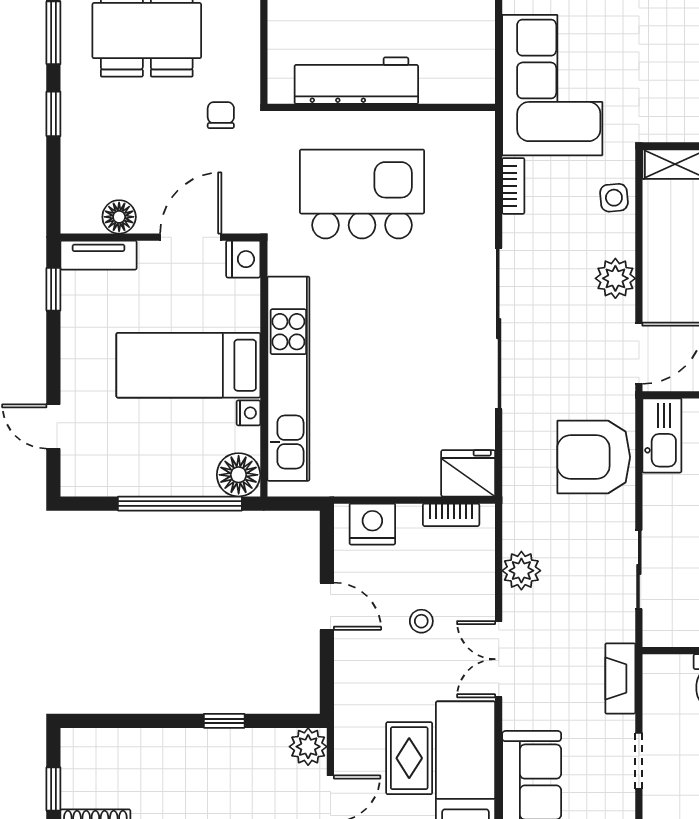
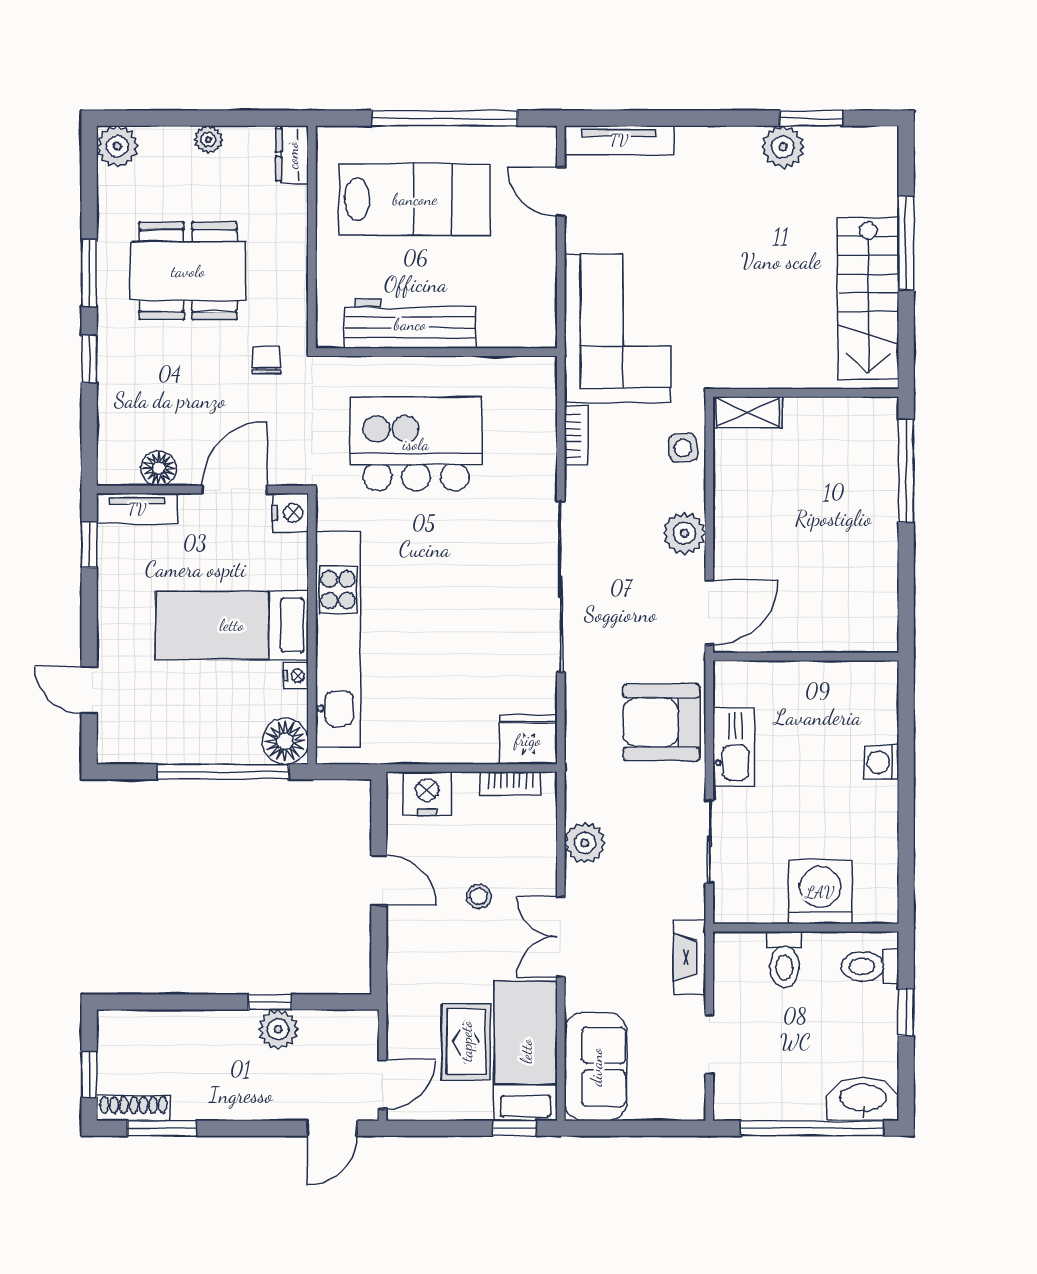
kitchen sink: (662, 435) -> (734, 747), moved
plant: (308, 747) -> (278, 1029), moved

